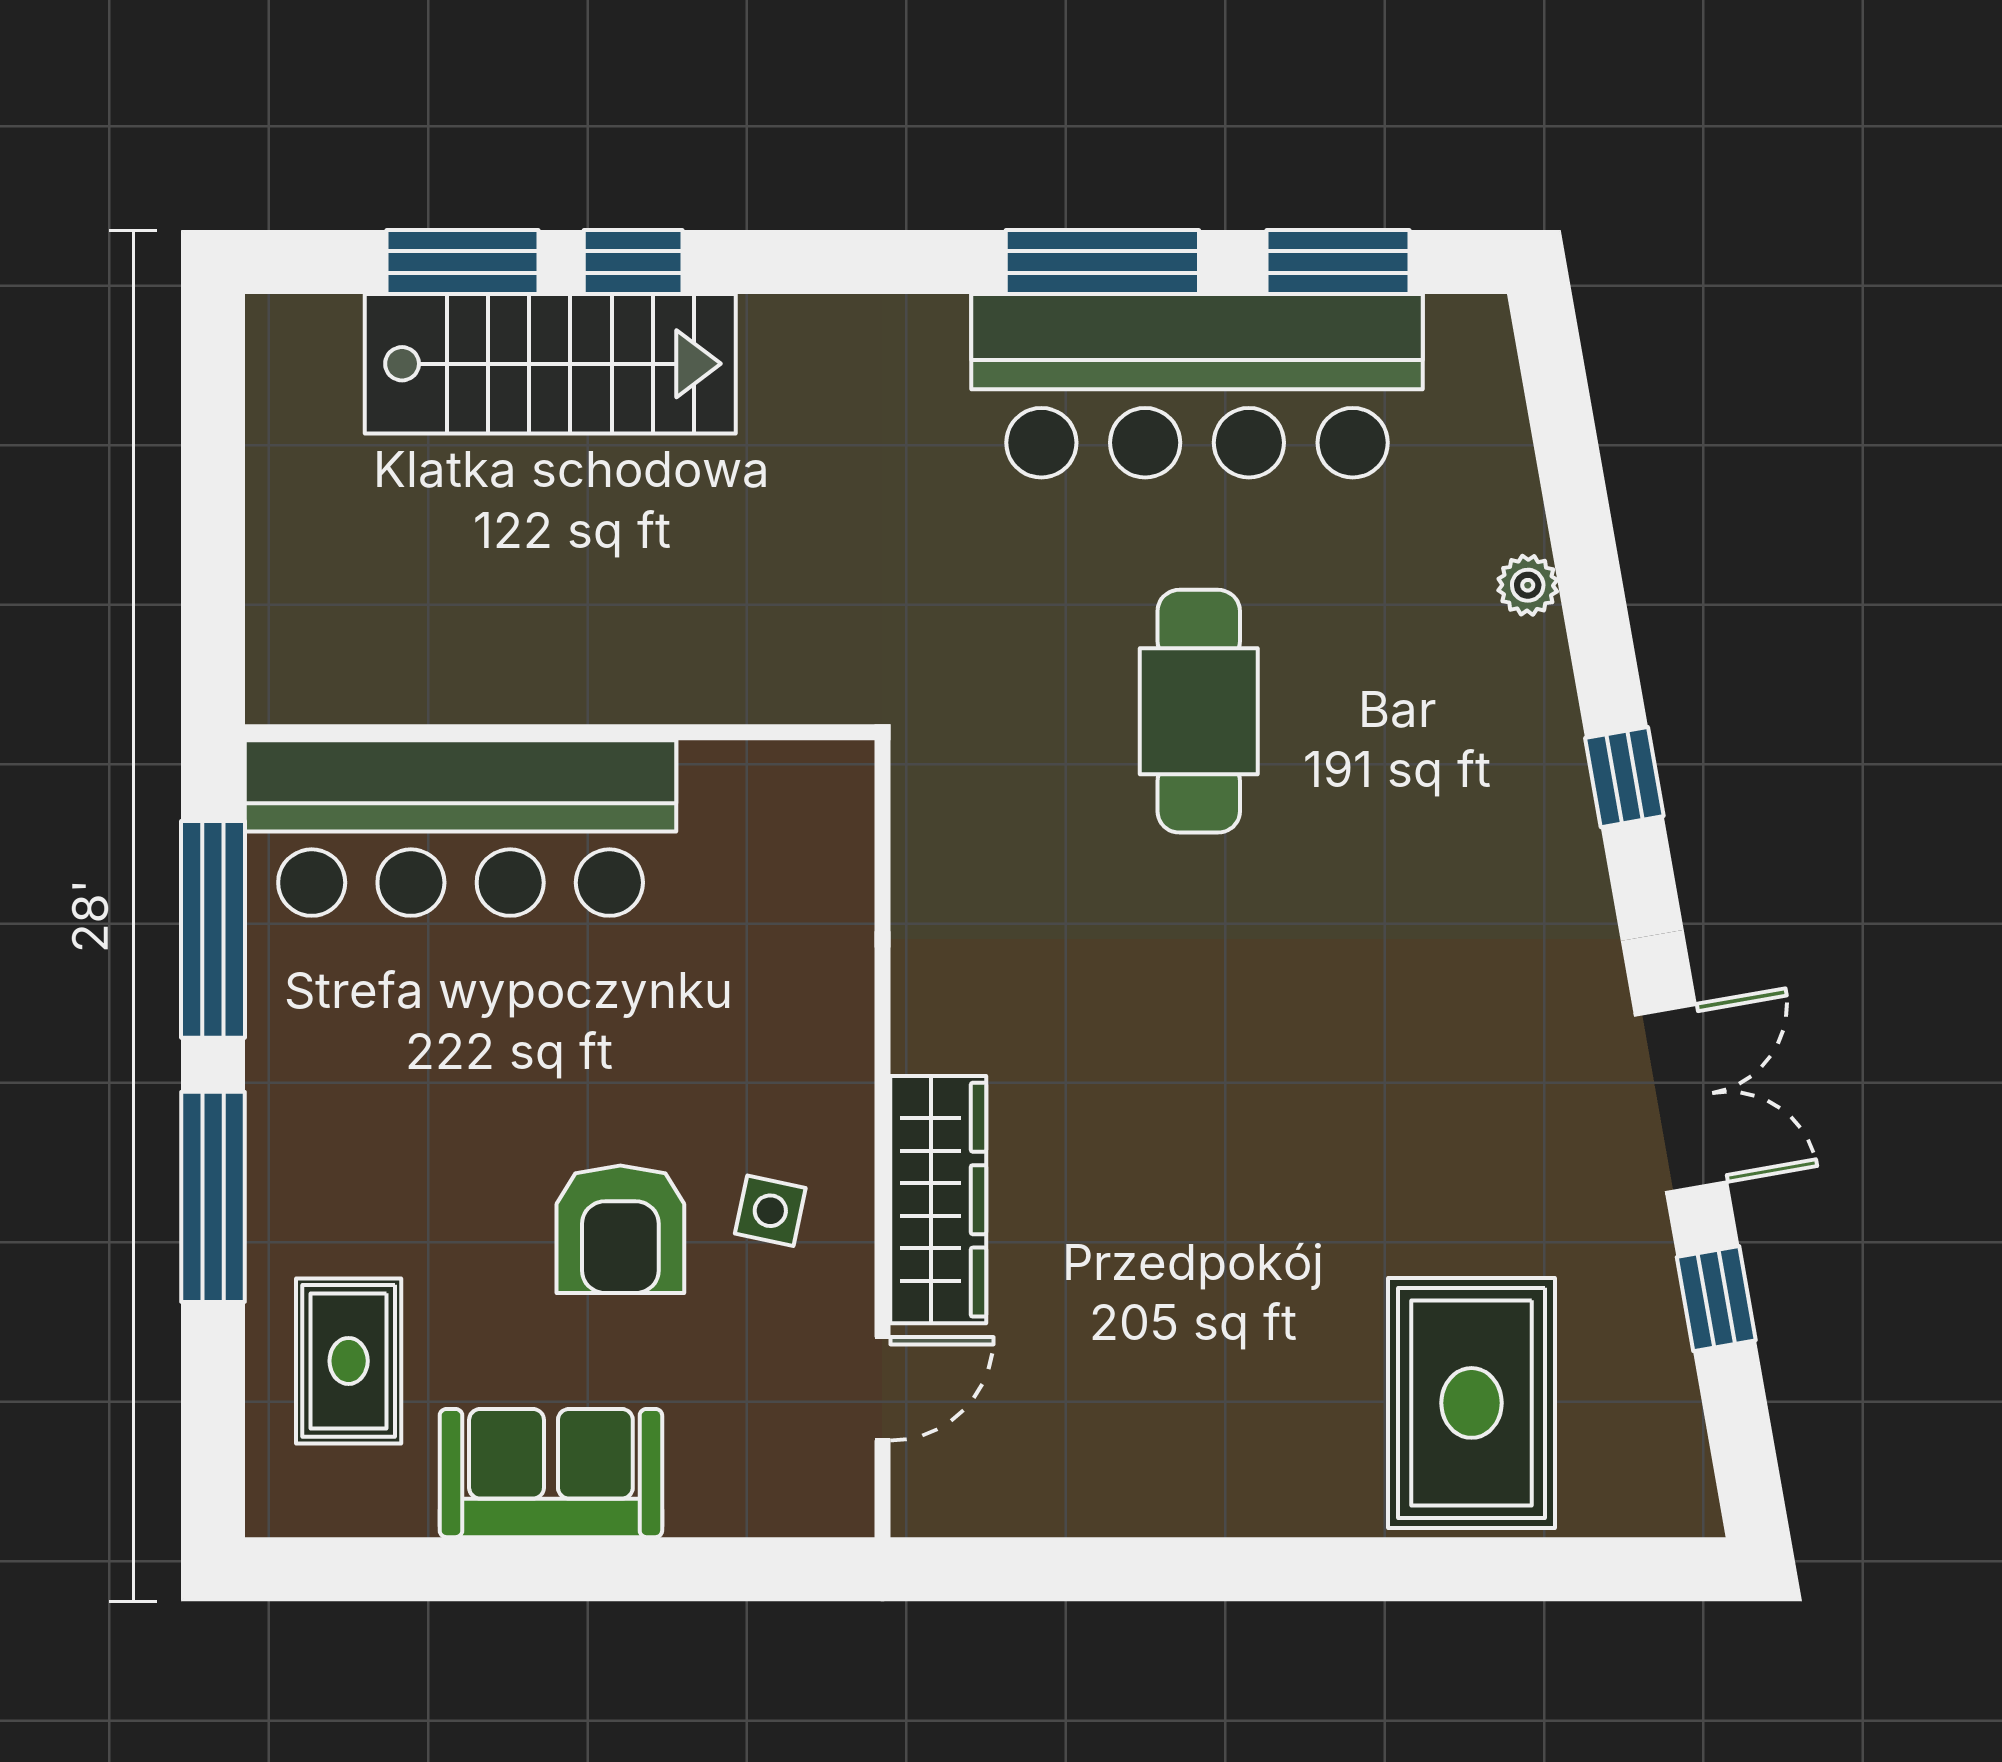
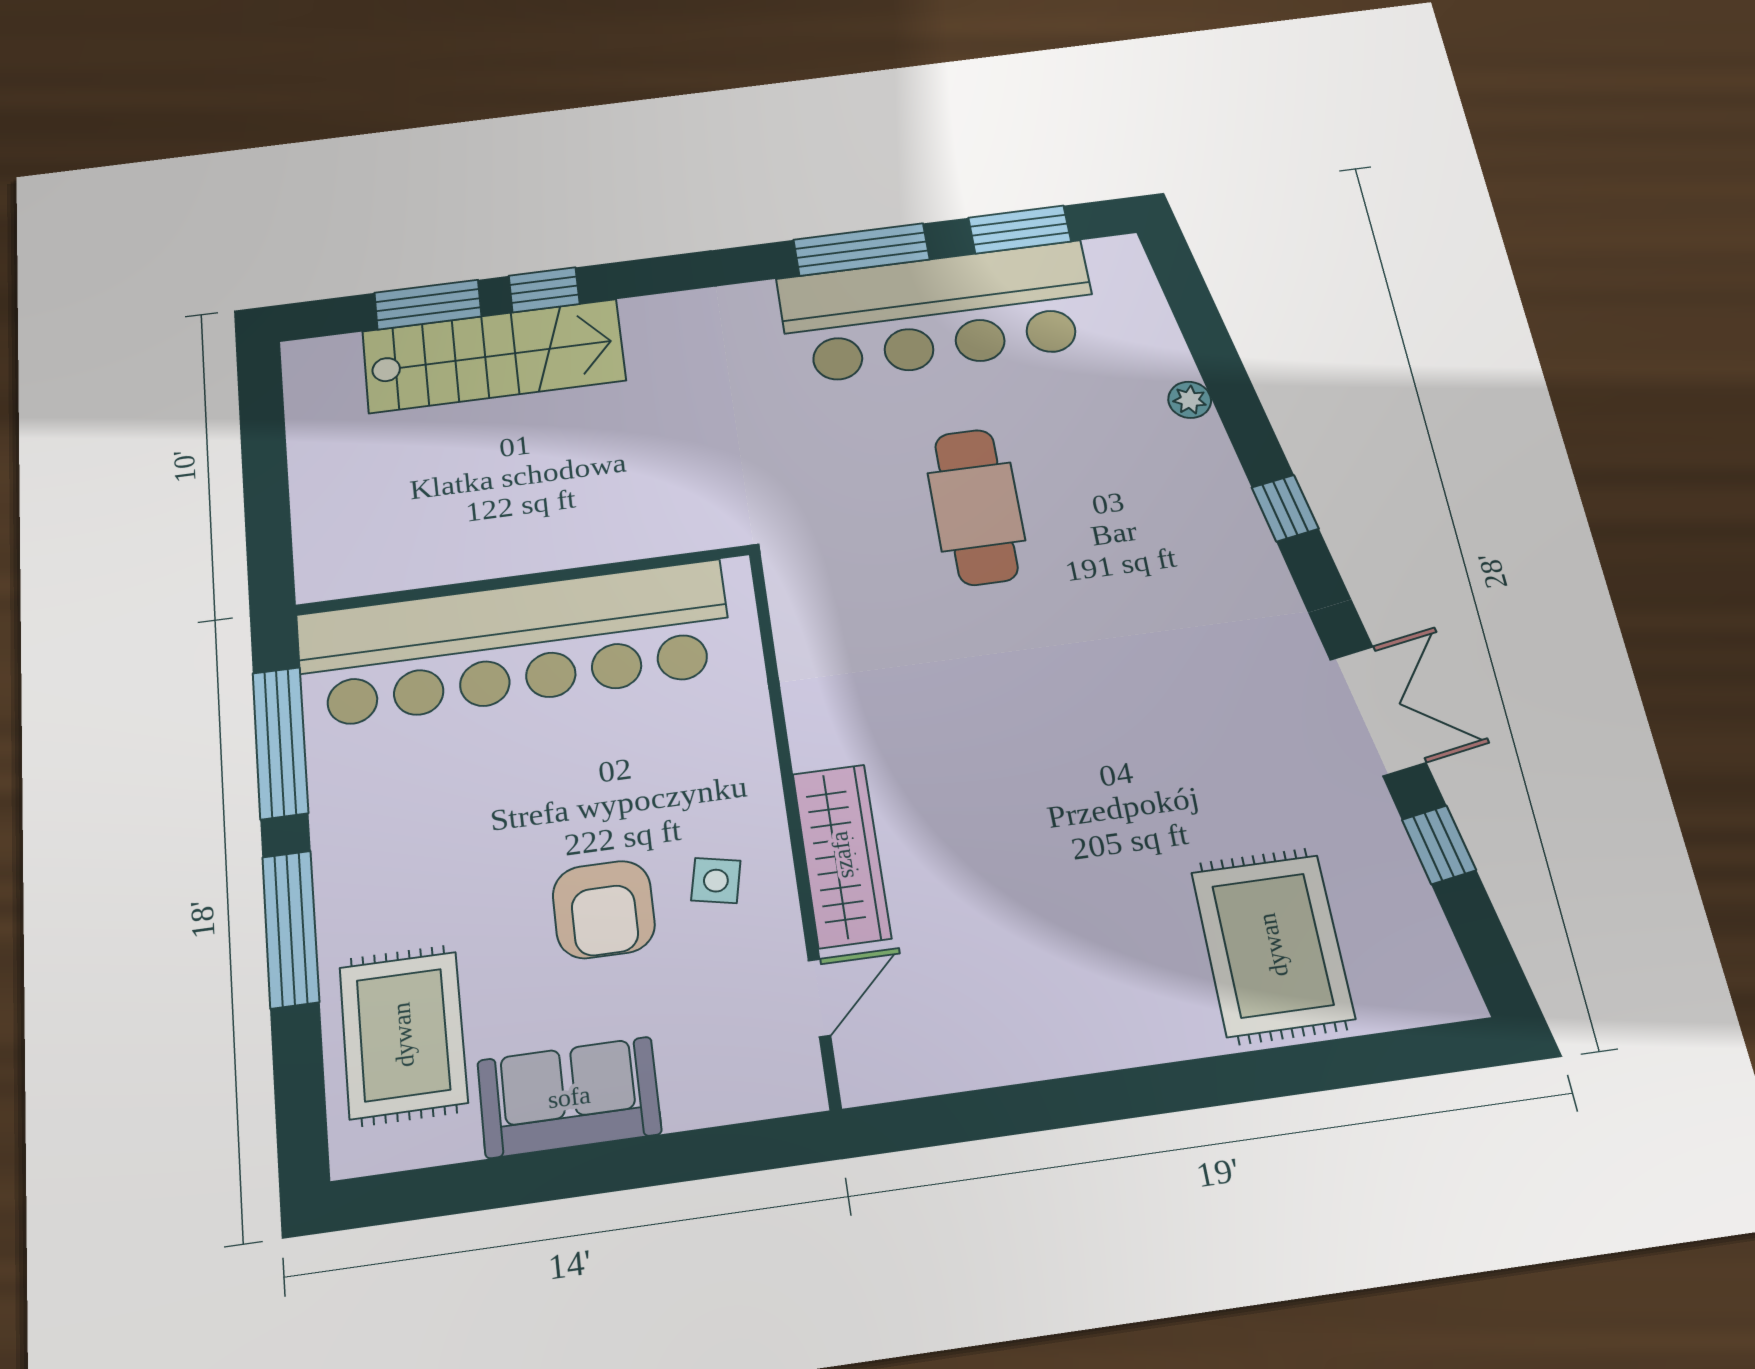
bar counter: (461, 828) -> (514, 644), width x1.36
rug: (349, 1361) -> (403, 1035), width x1.36, depth x1.43

